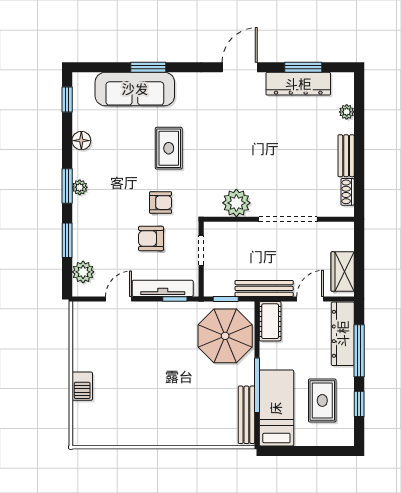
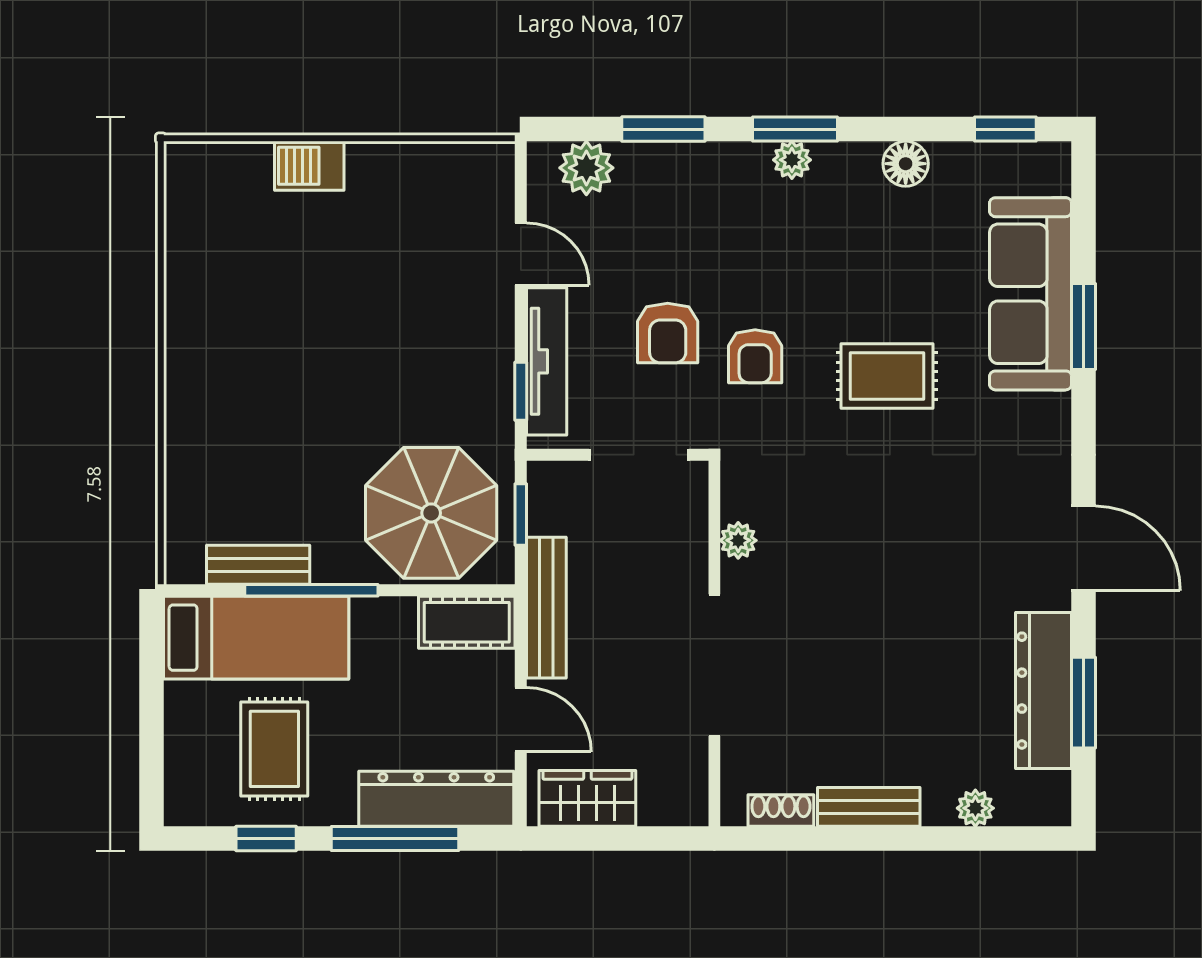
plant: (236, 203) -> (738, 540), width x0.53, depth x0.53
armchair: (151, 239) -> (668, 333), turned 180
doorway: (201, 250) -> (639, 455), width x1.38
rug: (322, 400) -> (274, 749), turned 90
bench: (246, 415) -> (258, 565), width x0.73

